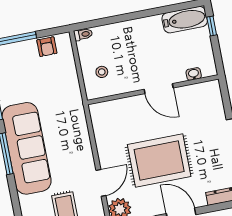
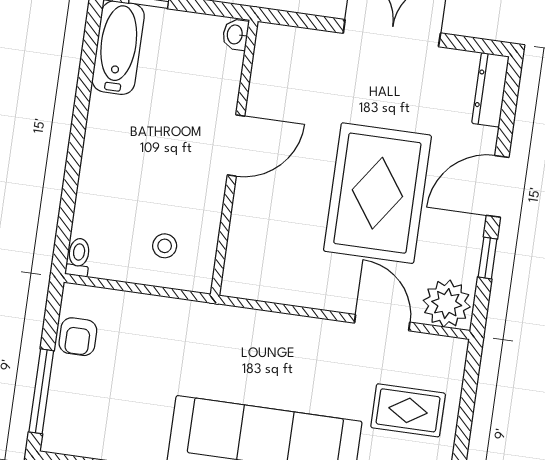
armchair: (47, 47) -> (78, 337), turned 90
washbasin: (194, 74) -> (235, 35), moved

